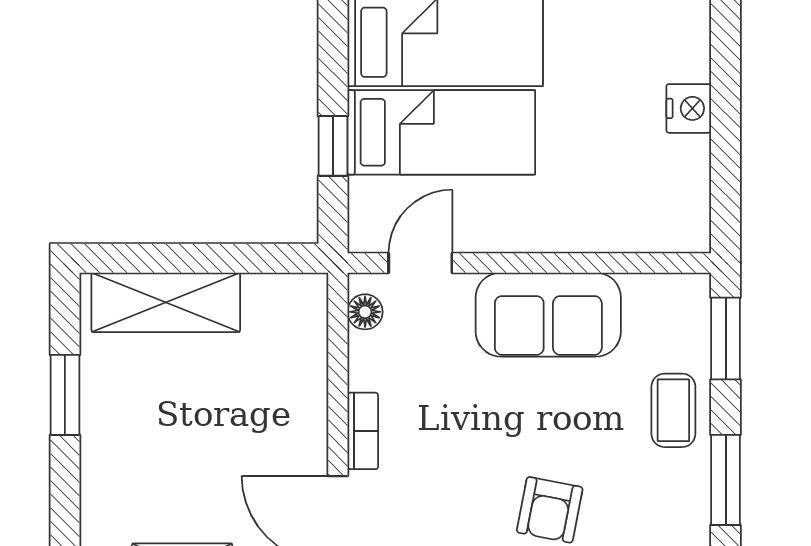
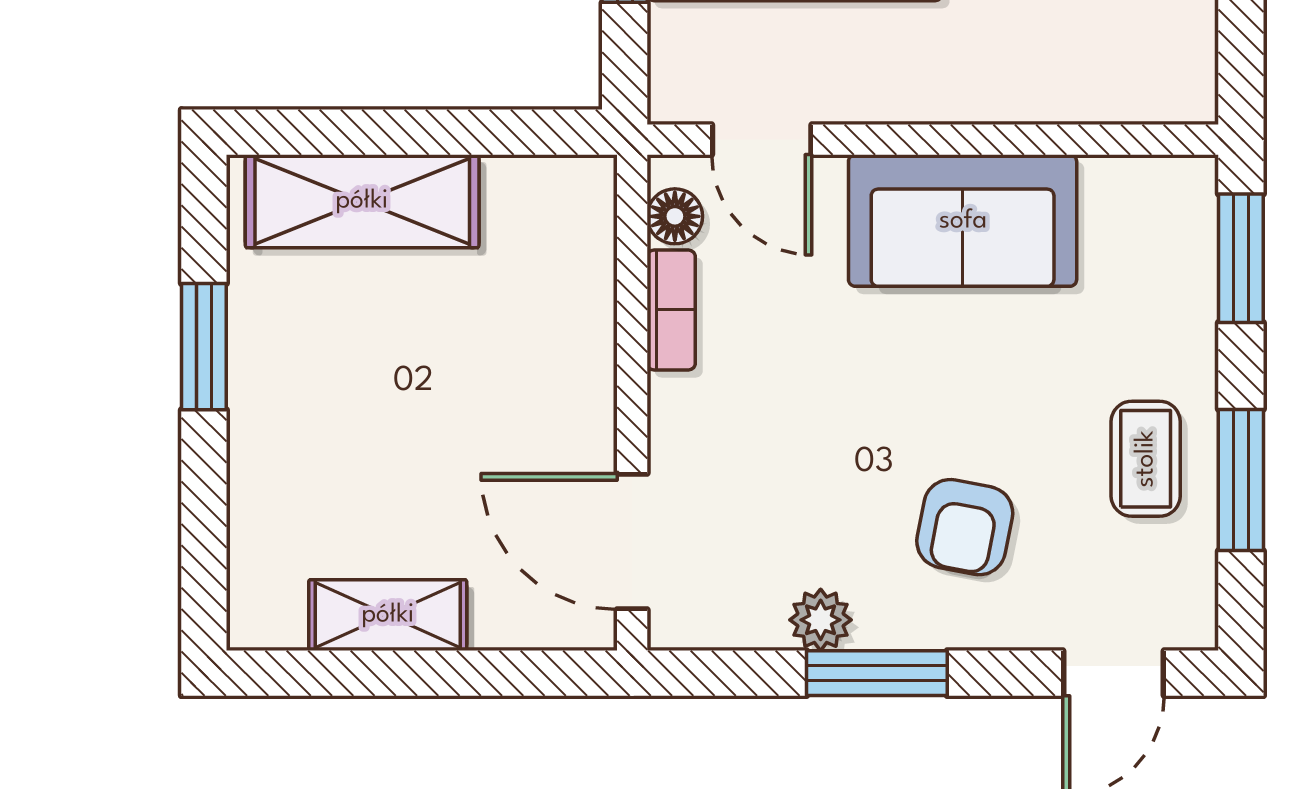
door: (420, 263) -> (762, 140), swing flipped
coffee table: (673, 410) -> (1146, 459), moved
bookcase: (363, 431) -> (671, 310), moved

